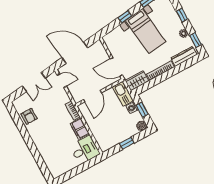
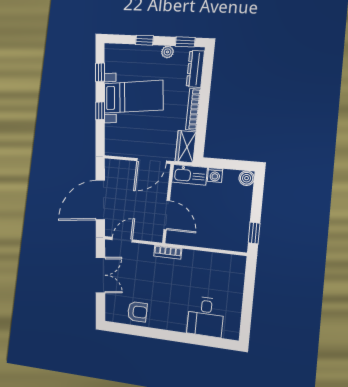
window: (142, 110) -> (226, 164), removed
filing cabinet: (80, 129) -> (196, 260), removed
window: (127, 143) -> (254, 233), moved
desk: (85, 150) -> (206, 317), moved, turned 180

